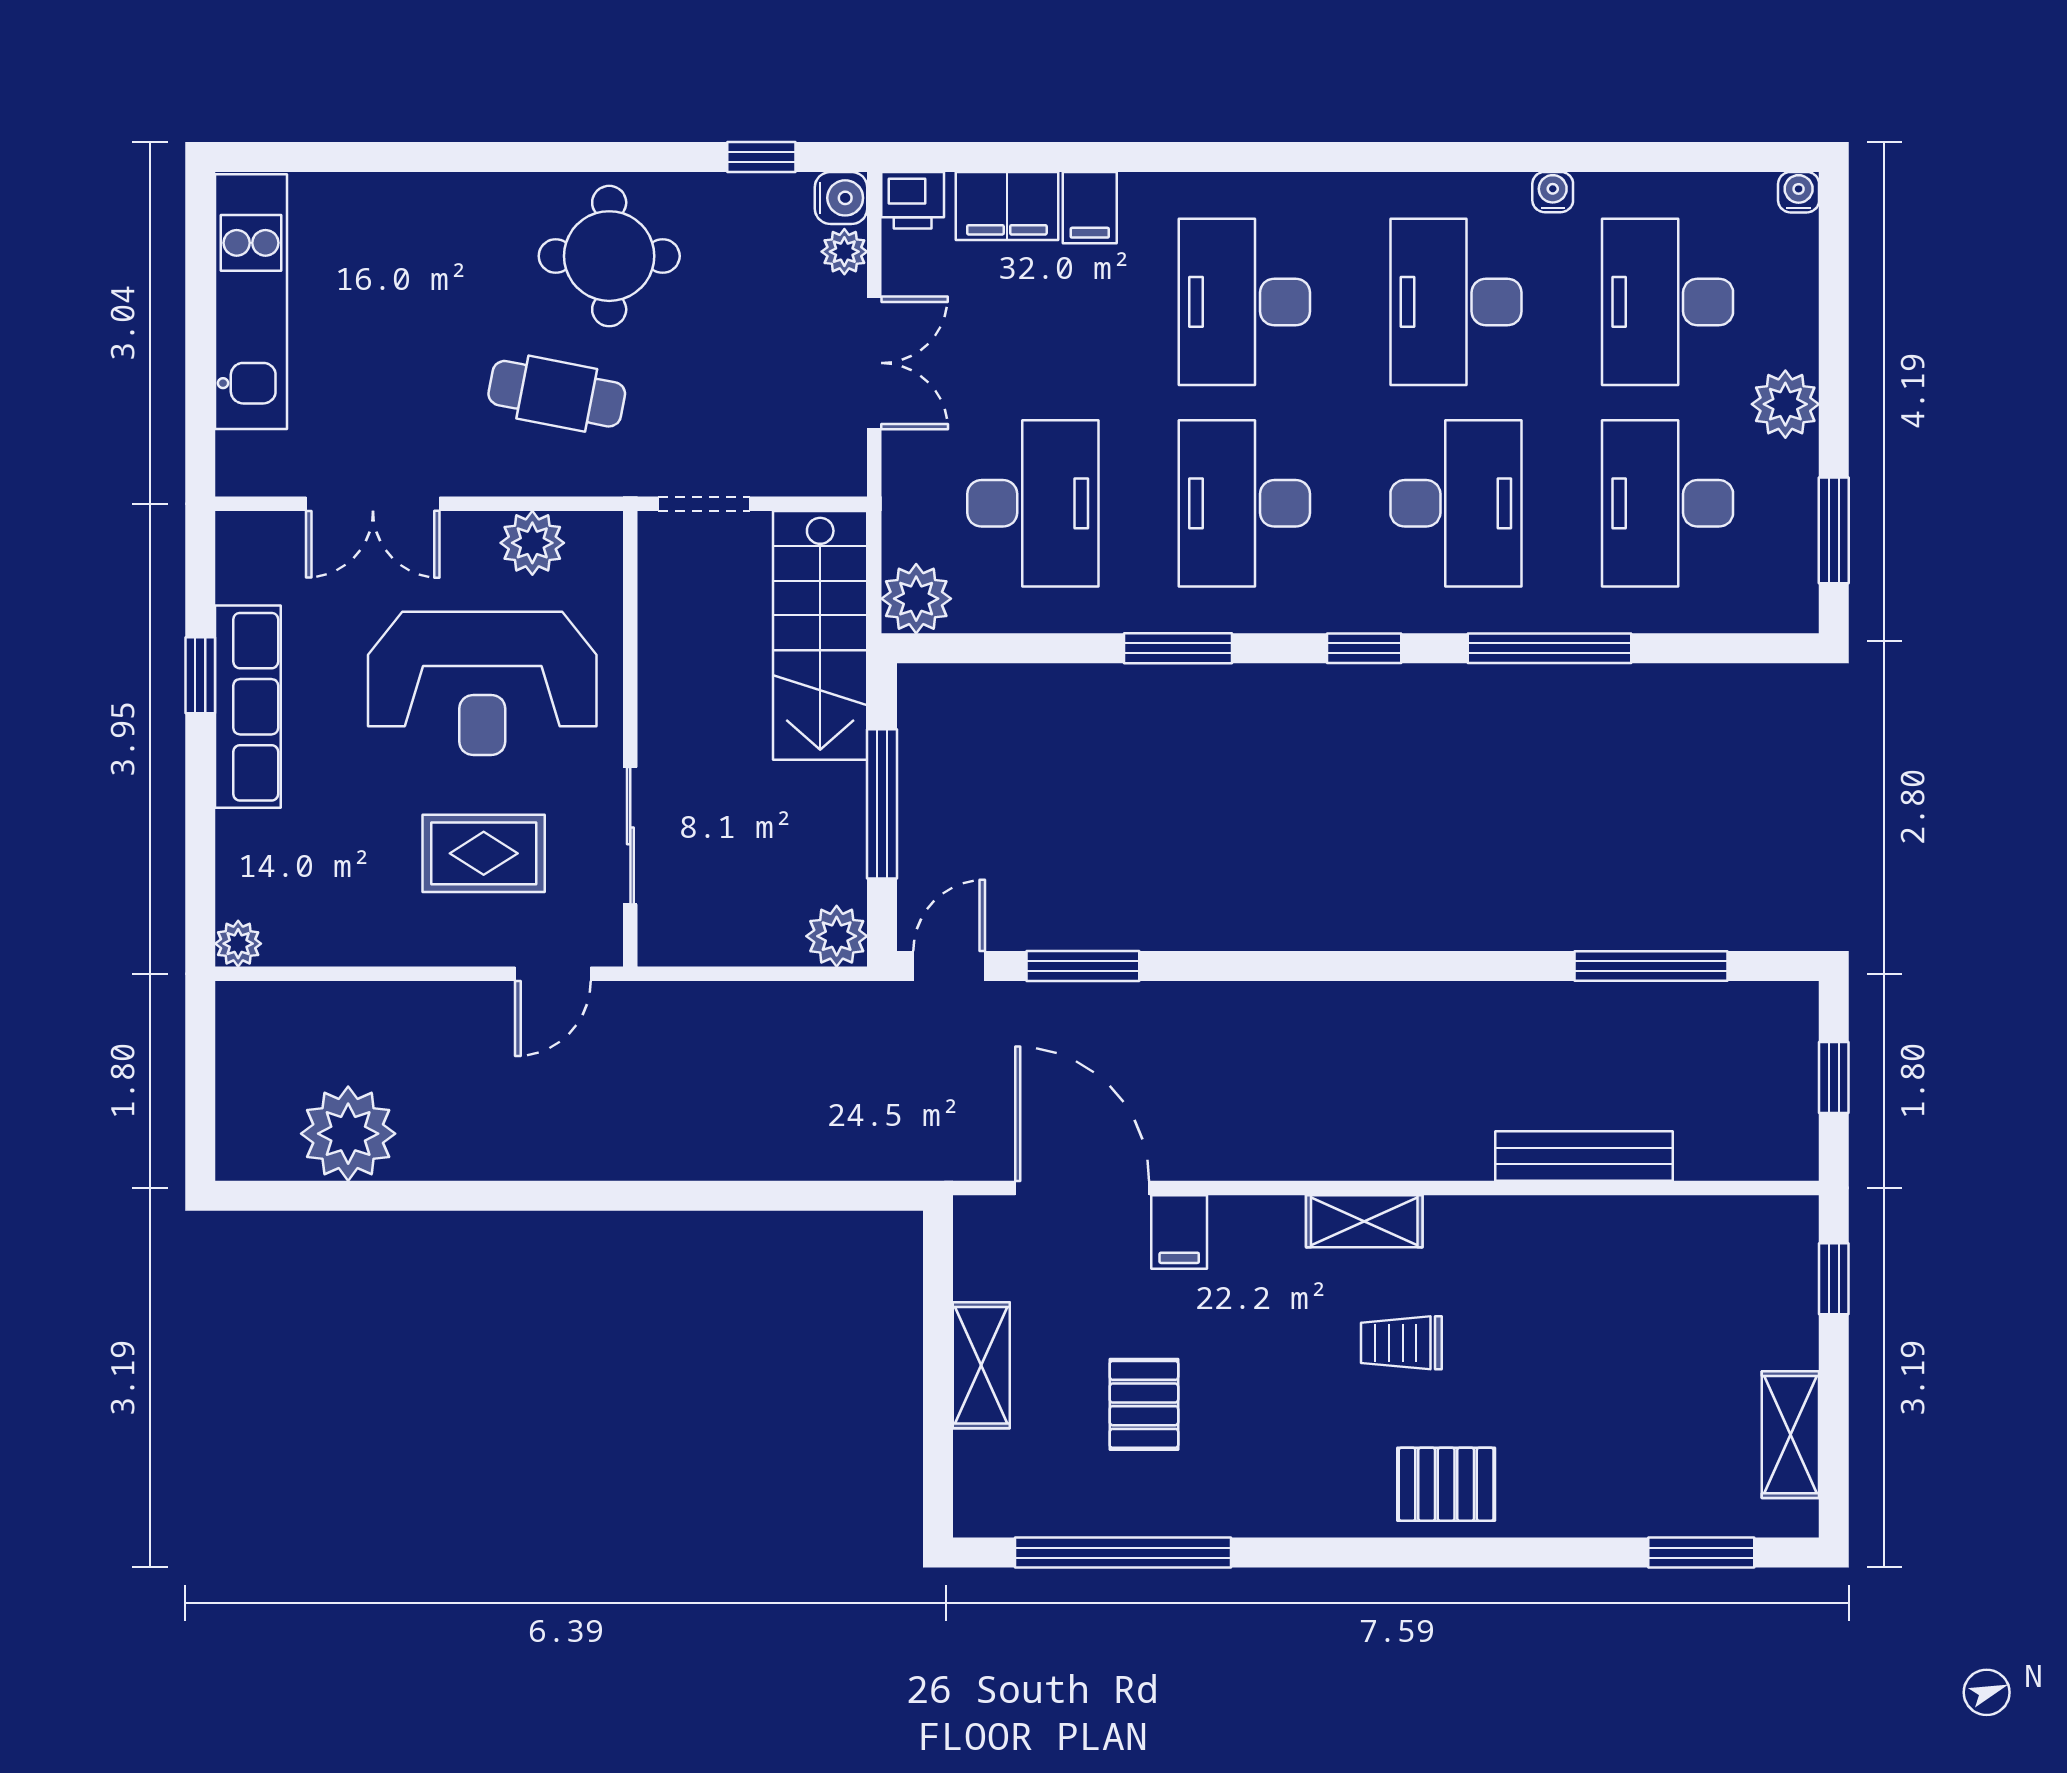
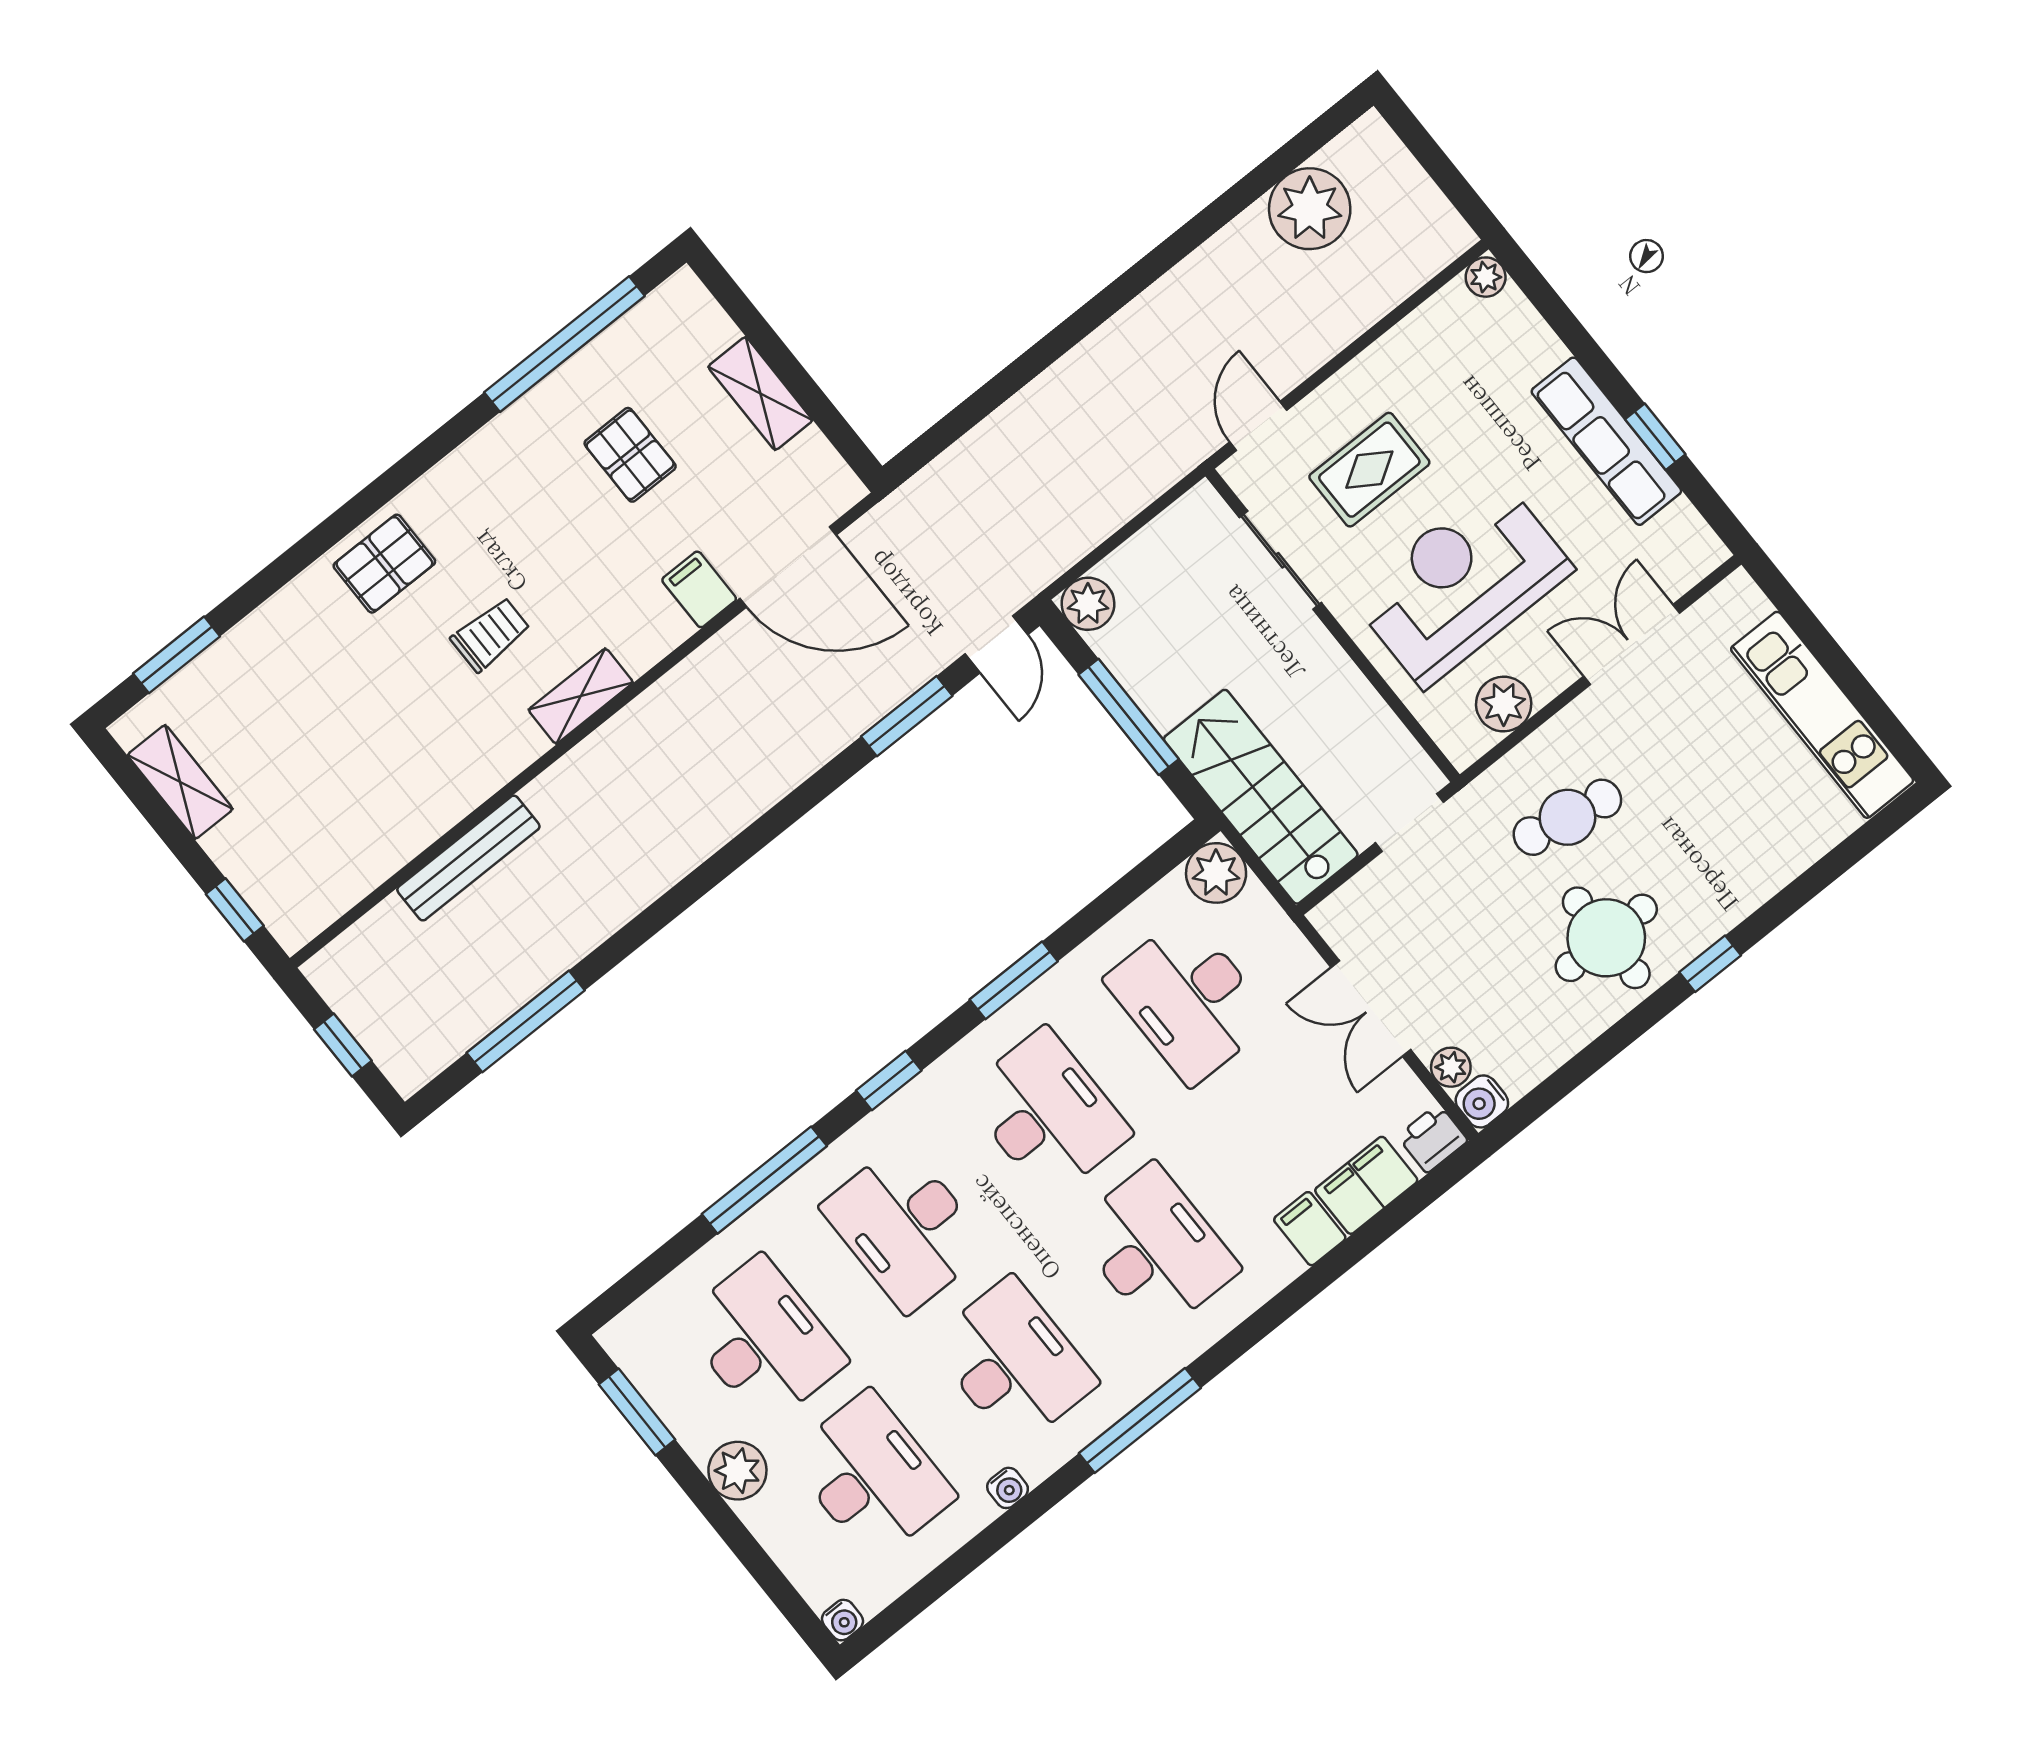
window: (761, 157) -> (1710, 964), moved
window: (1384, 157) -> (1140, 1421), added

